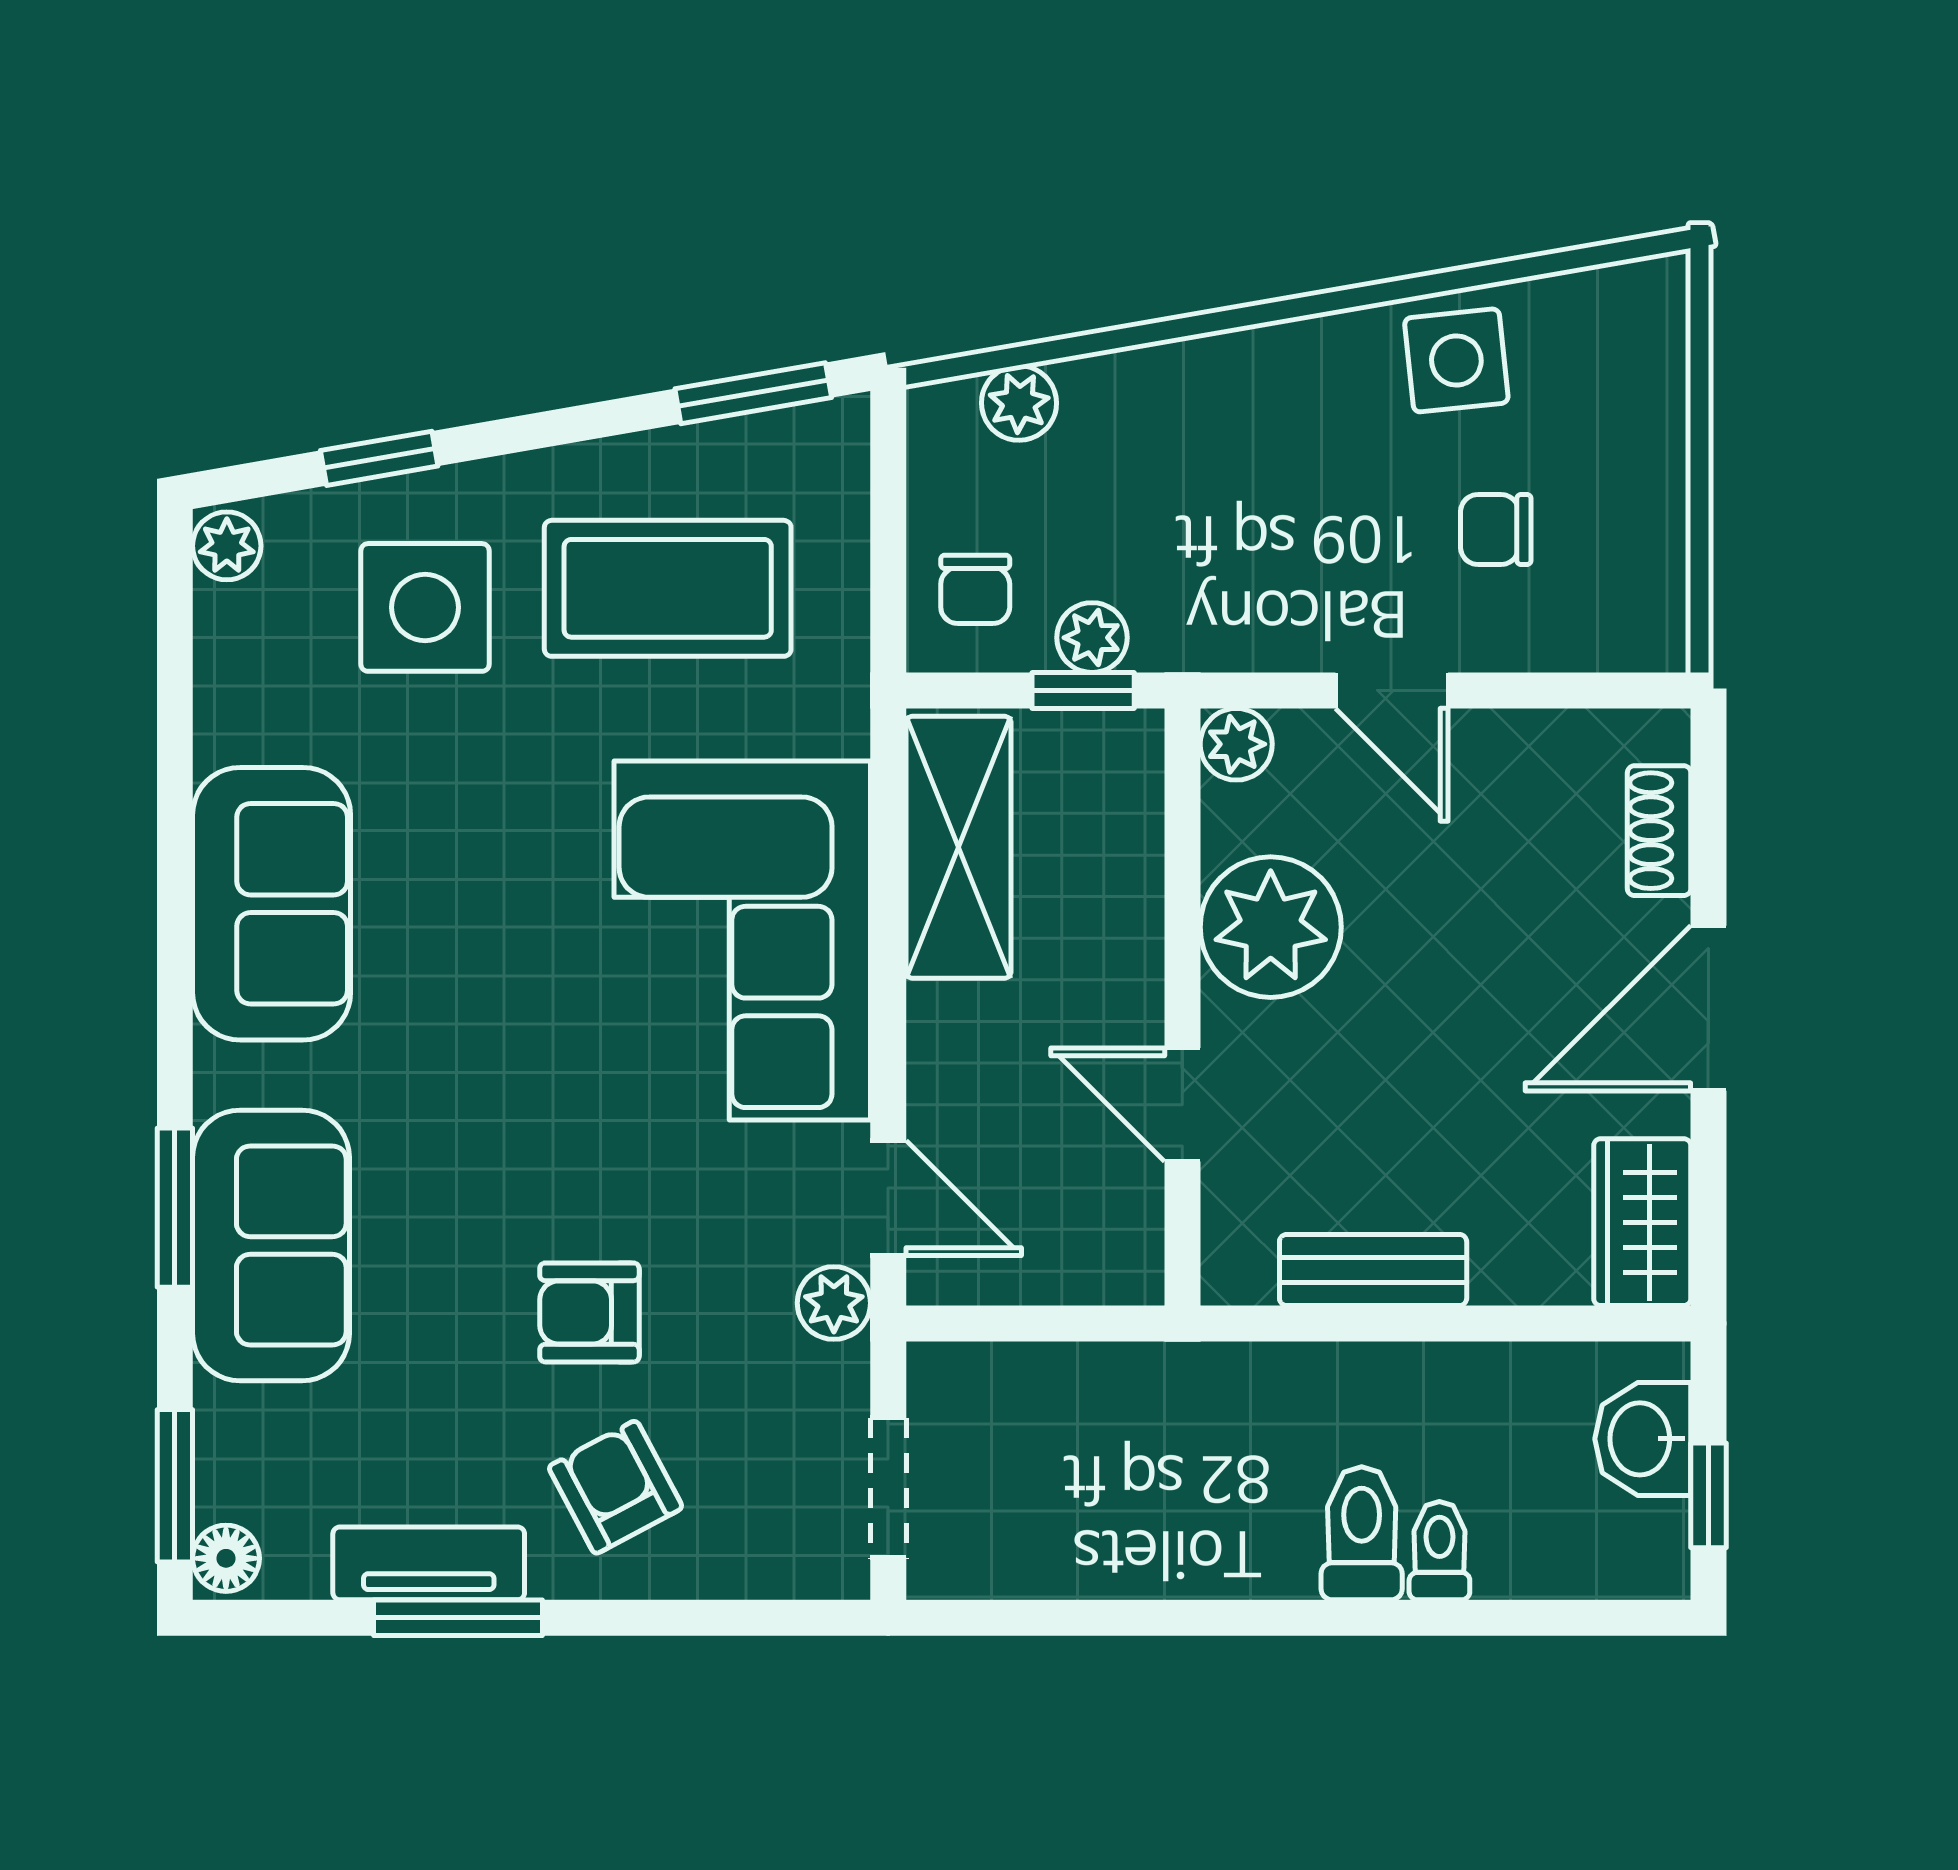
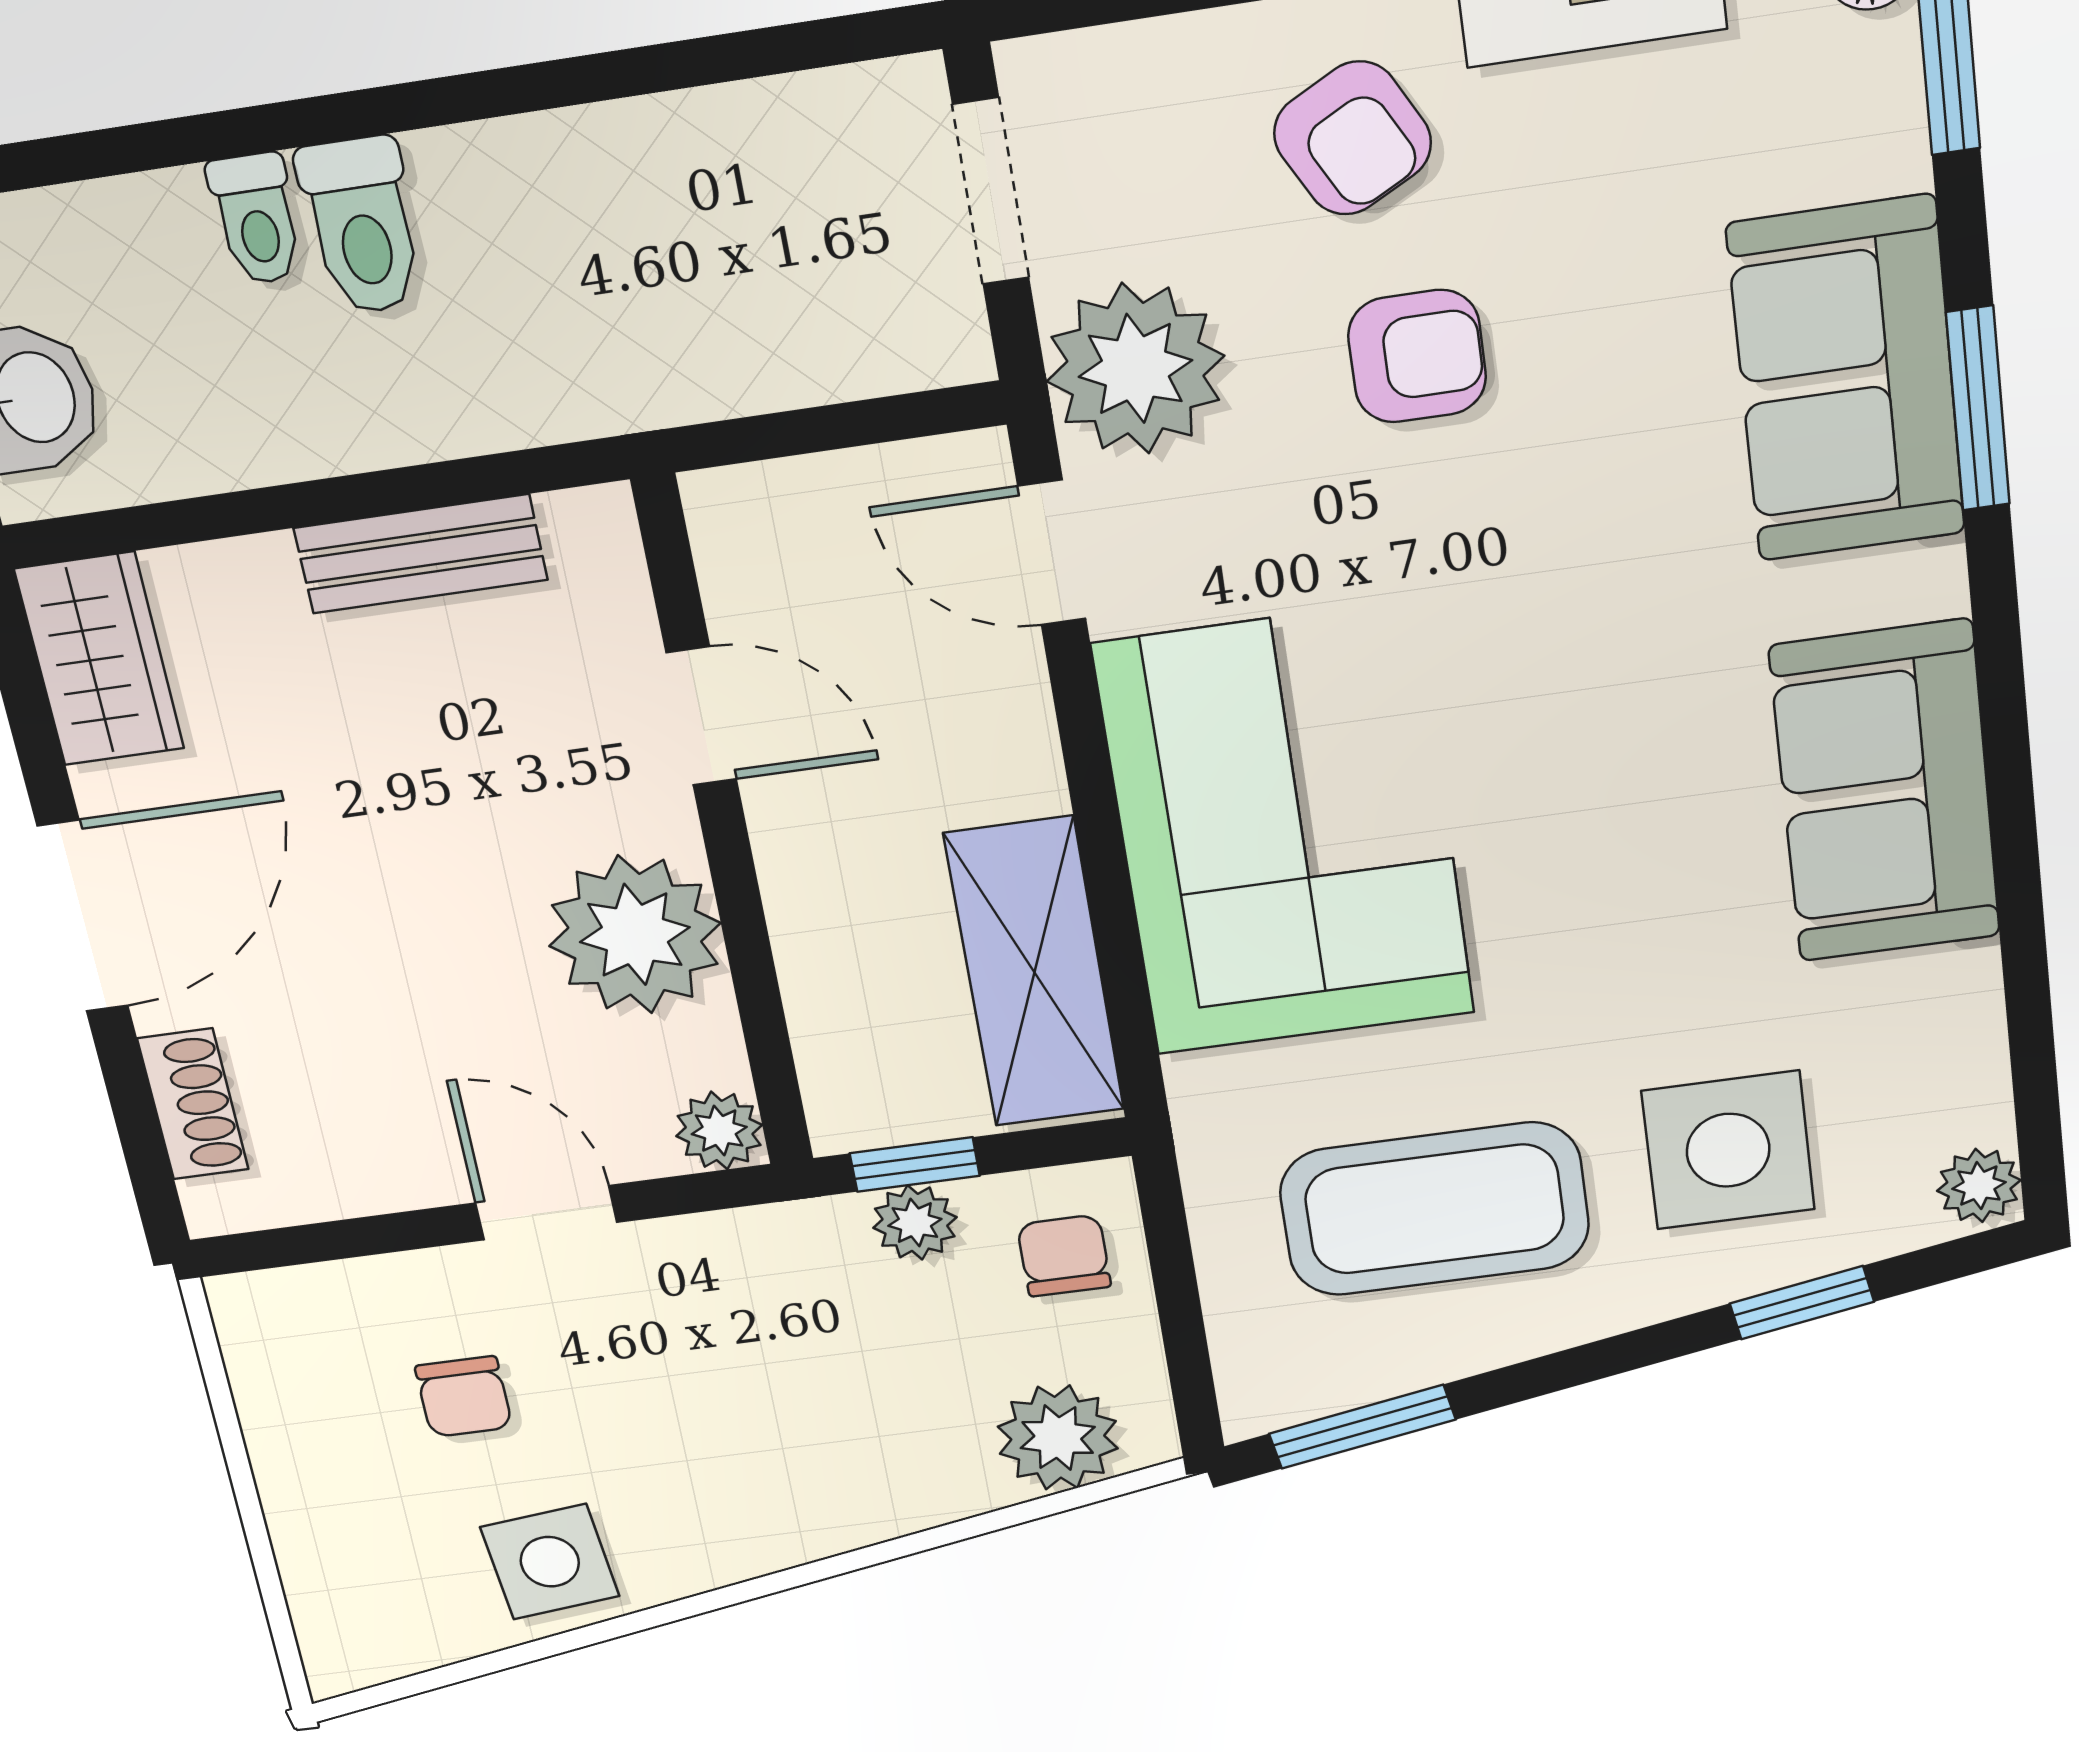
plant: (1019, 403) -> (1058, 1438), width x1.38, depth x1.38
chair: (1496, 529) -> (464, 1397), turned 90
plant: (834, 1303) -> (1135, 369), width x1.88, depth x1.88

